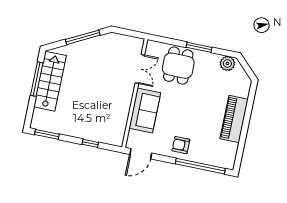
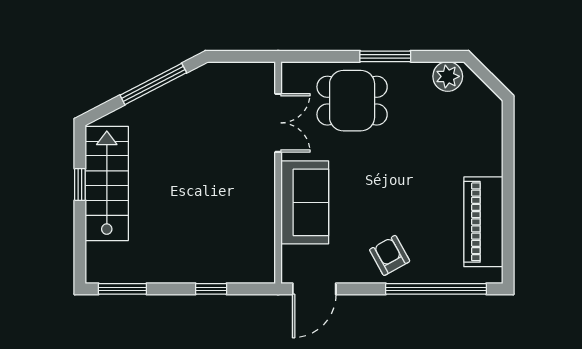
dining table: (178, 66) -> (352, 101), turned 90
window: (37, 79) -> (80, 184), width x0.46
piano: (234, 119) -> (483, 222), moved
armchair: (181, 145) -> (390, 255), turned 61

